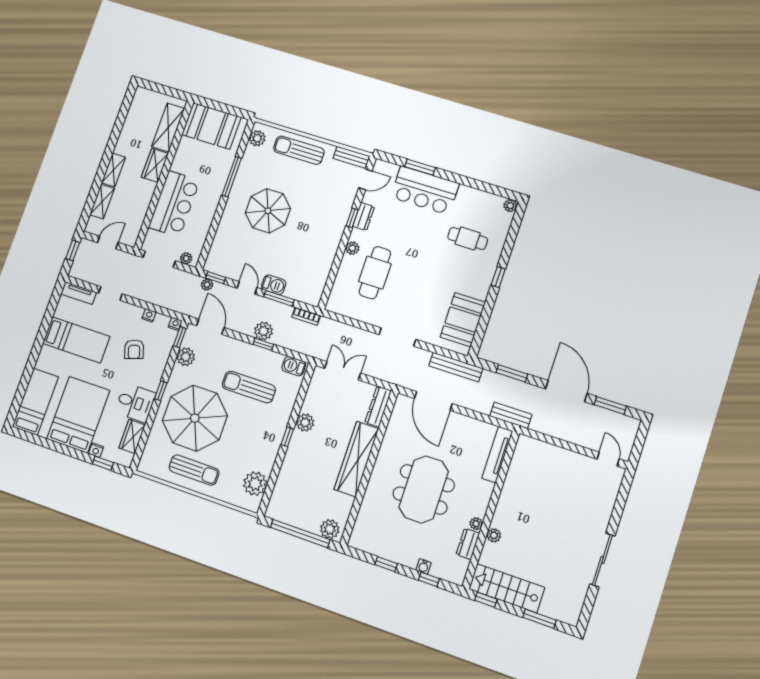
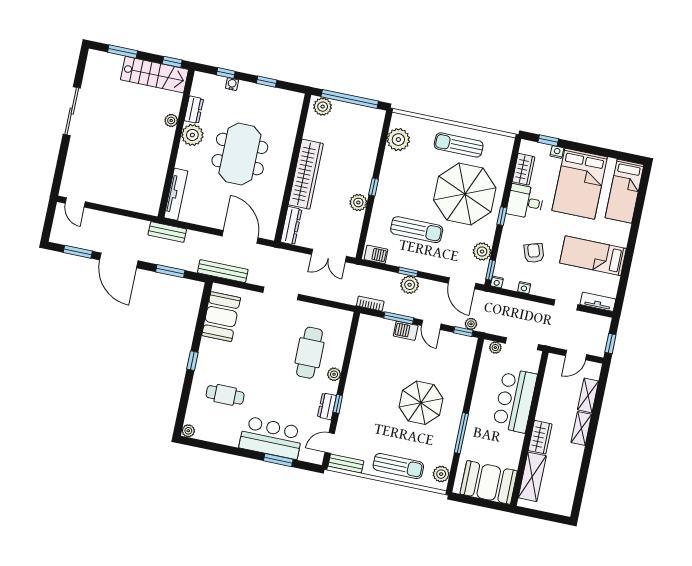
plant: (476, 524) -> (192, 135), width x1.88, depth x1.88

